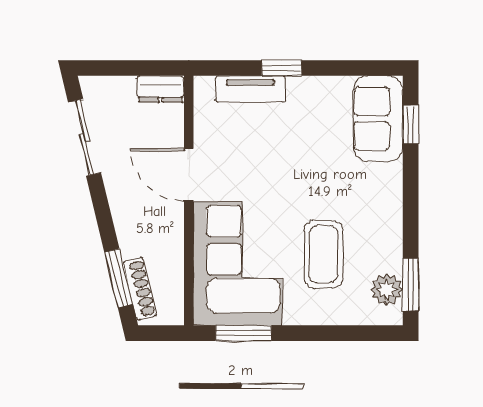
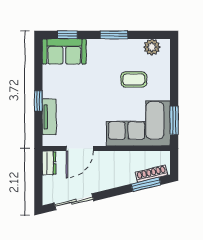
door: (189, 175) -> (80, 148), moved
coffee table: (323, 254) -> (134, 79), width x0.73, depth x0.77
window: (411, 285) -> (114, 35), moved

